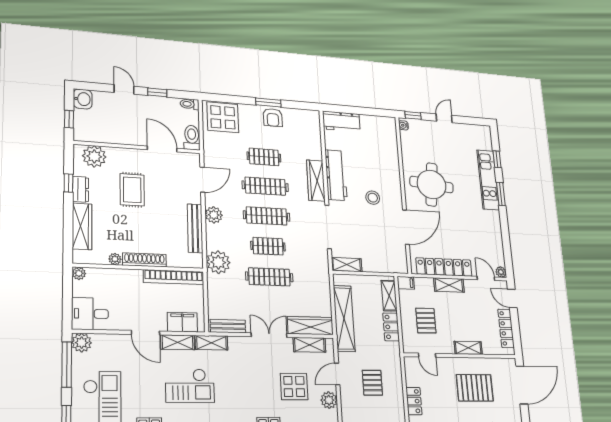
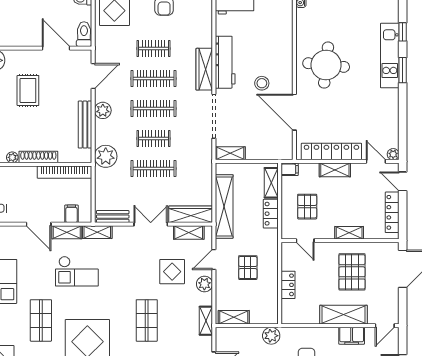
door: (406, 227) -> (294, 112), swing flipped
filing cabinet: (182, 322) -> (71, 214), width x0.50
pallet: (475, 388) -> (352, 272), turned 90

